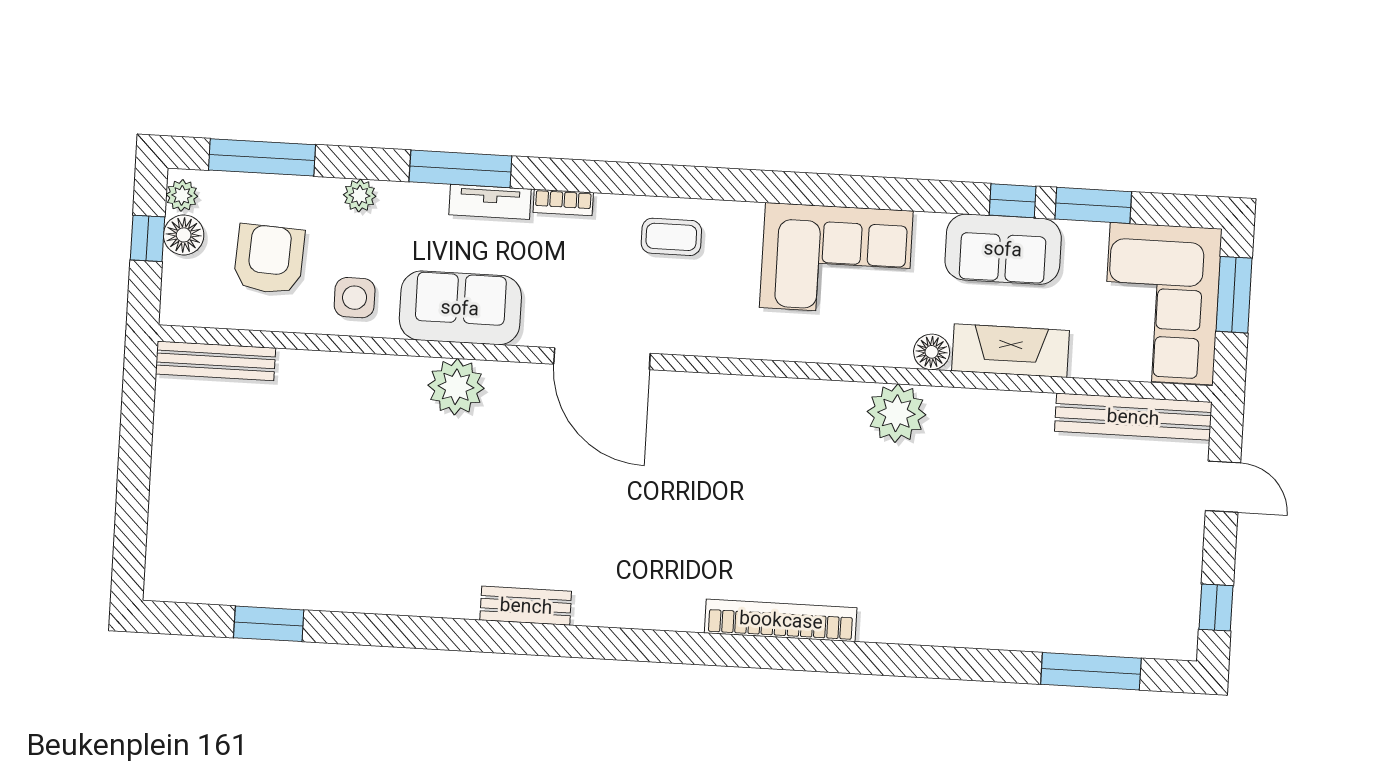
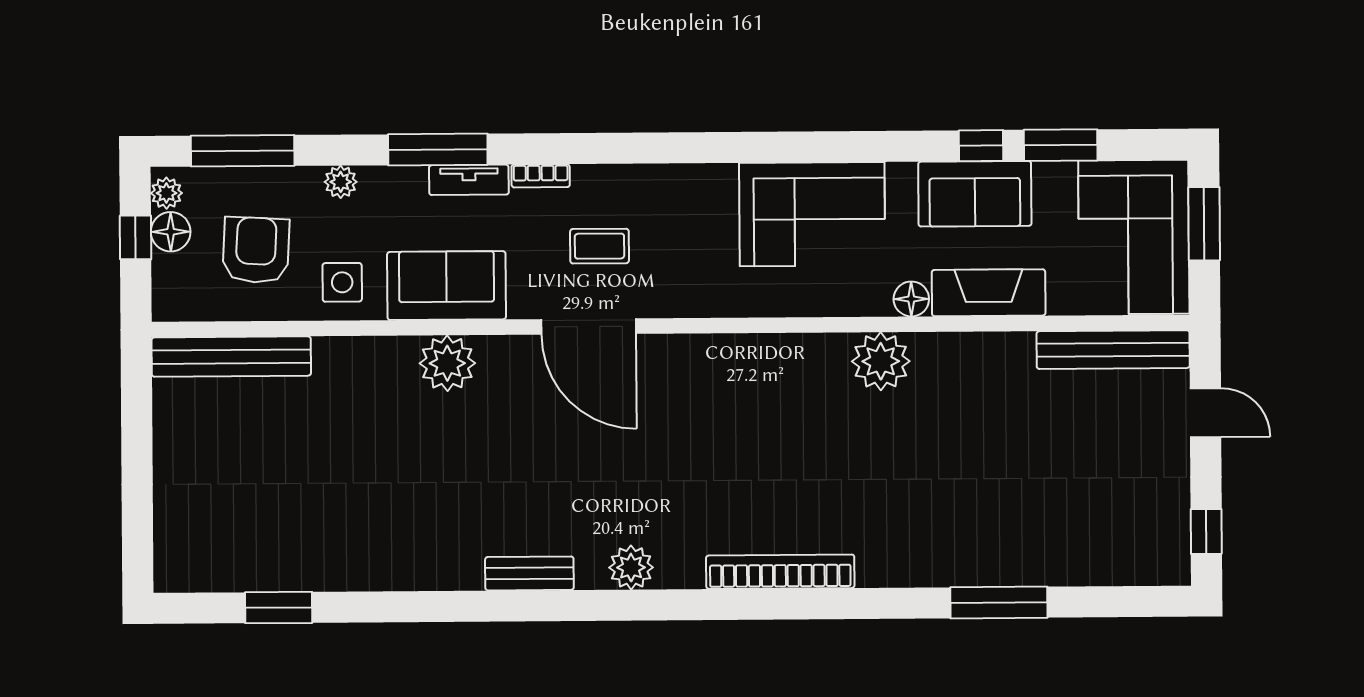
coffee table: (671, 237) -> (599, 246), moved
bench: (216, 361) -> (231, 357), width x1.37, depth x1.21
plant: (629, 606) -> (631, 567), added
window: (1091, 671) -> (999, 602), moved

